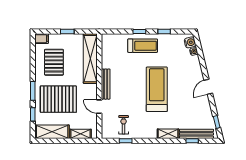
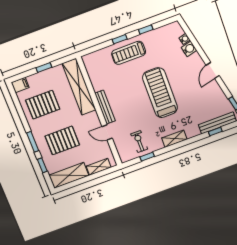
water cooler: (190, 42) -> (189, 49), moved
treadmill: (143, 46) -> (129, 53), turned 180
pallet: (54, 62) -> (43, 105), turned 90
pallet: (58, 99) -> (62, 140), width x0.73, depth x0.71
shelving: (168, 134) -> (174, 139), moved

